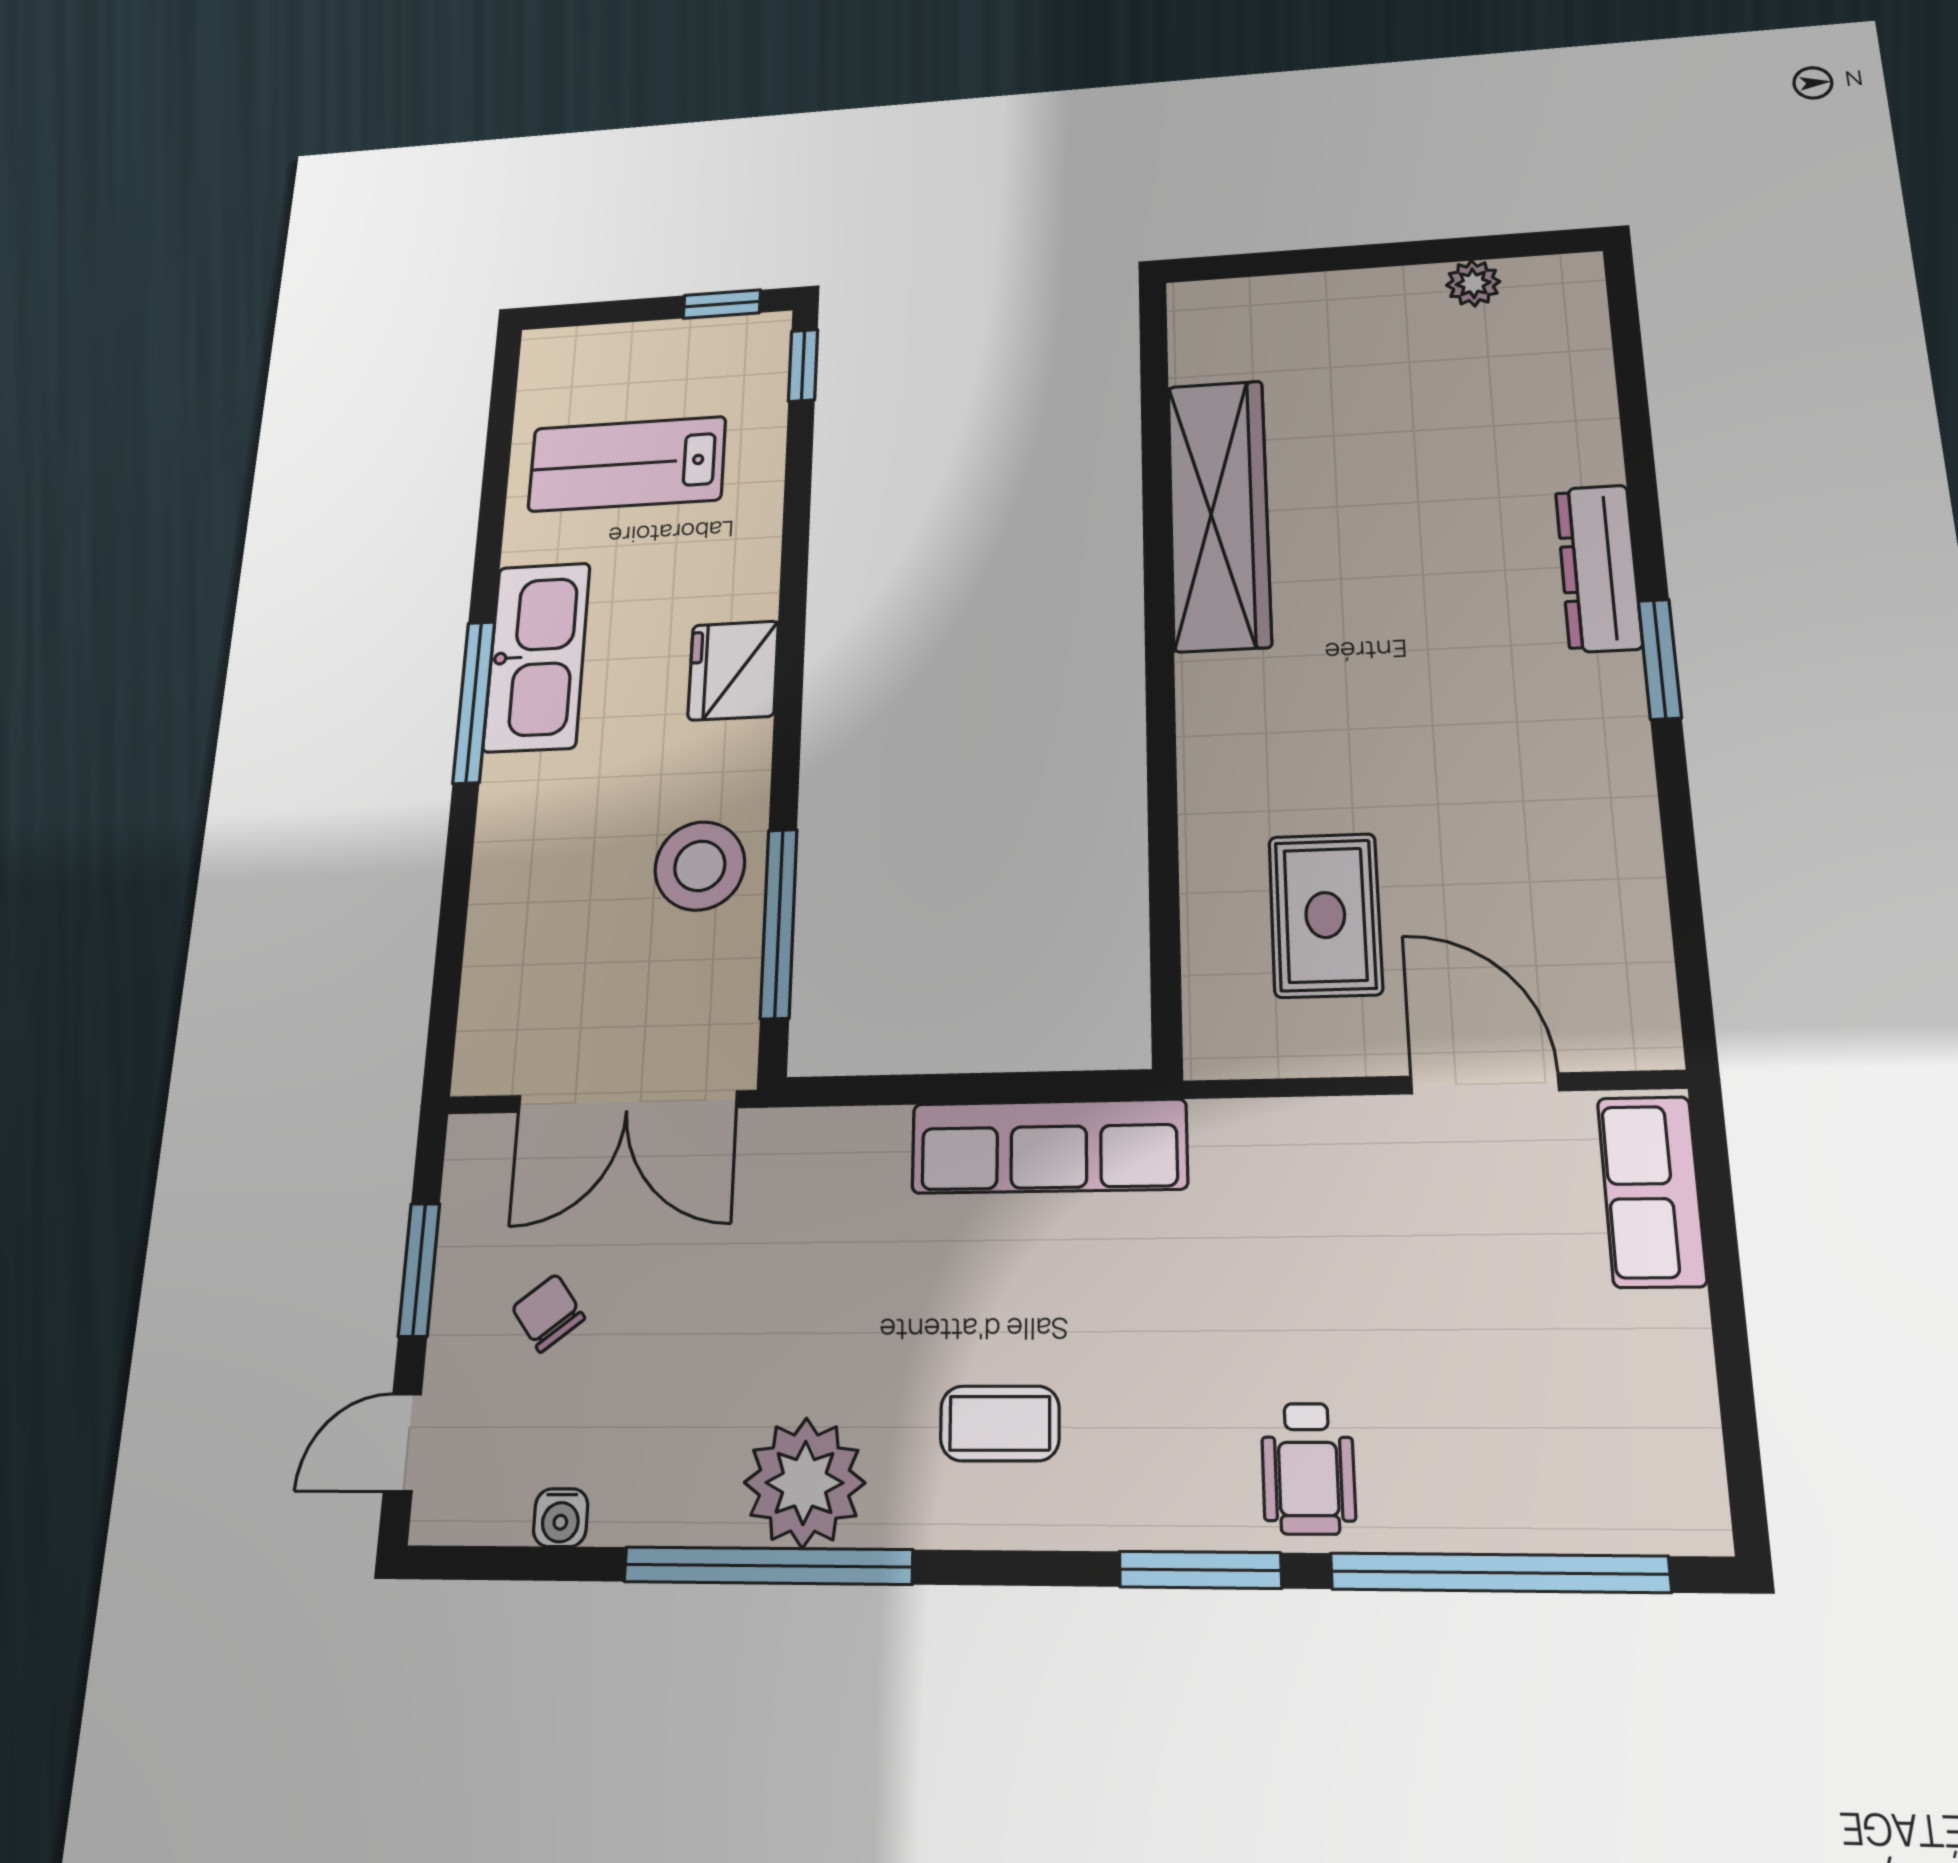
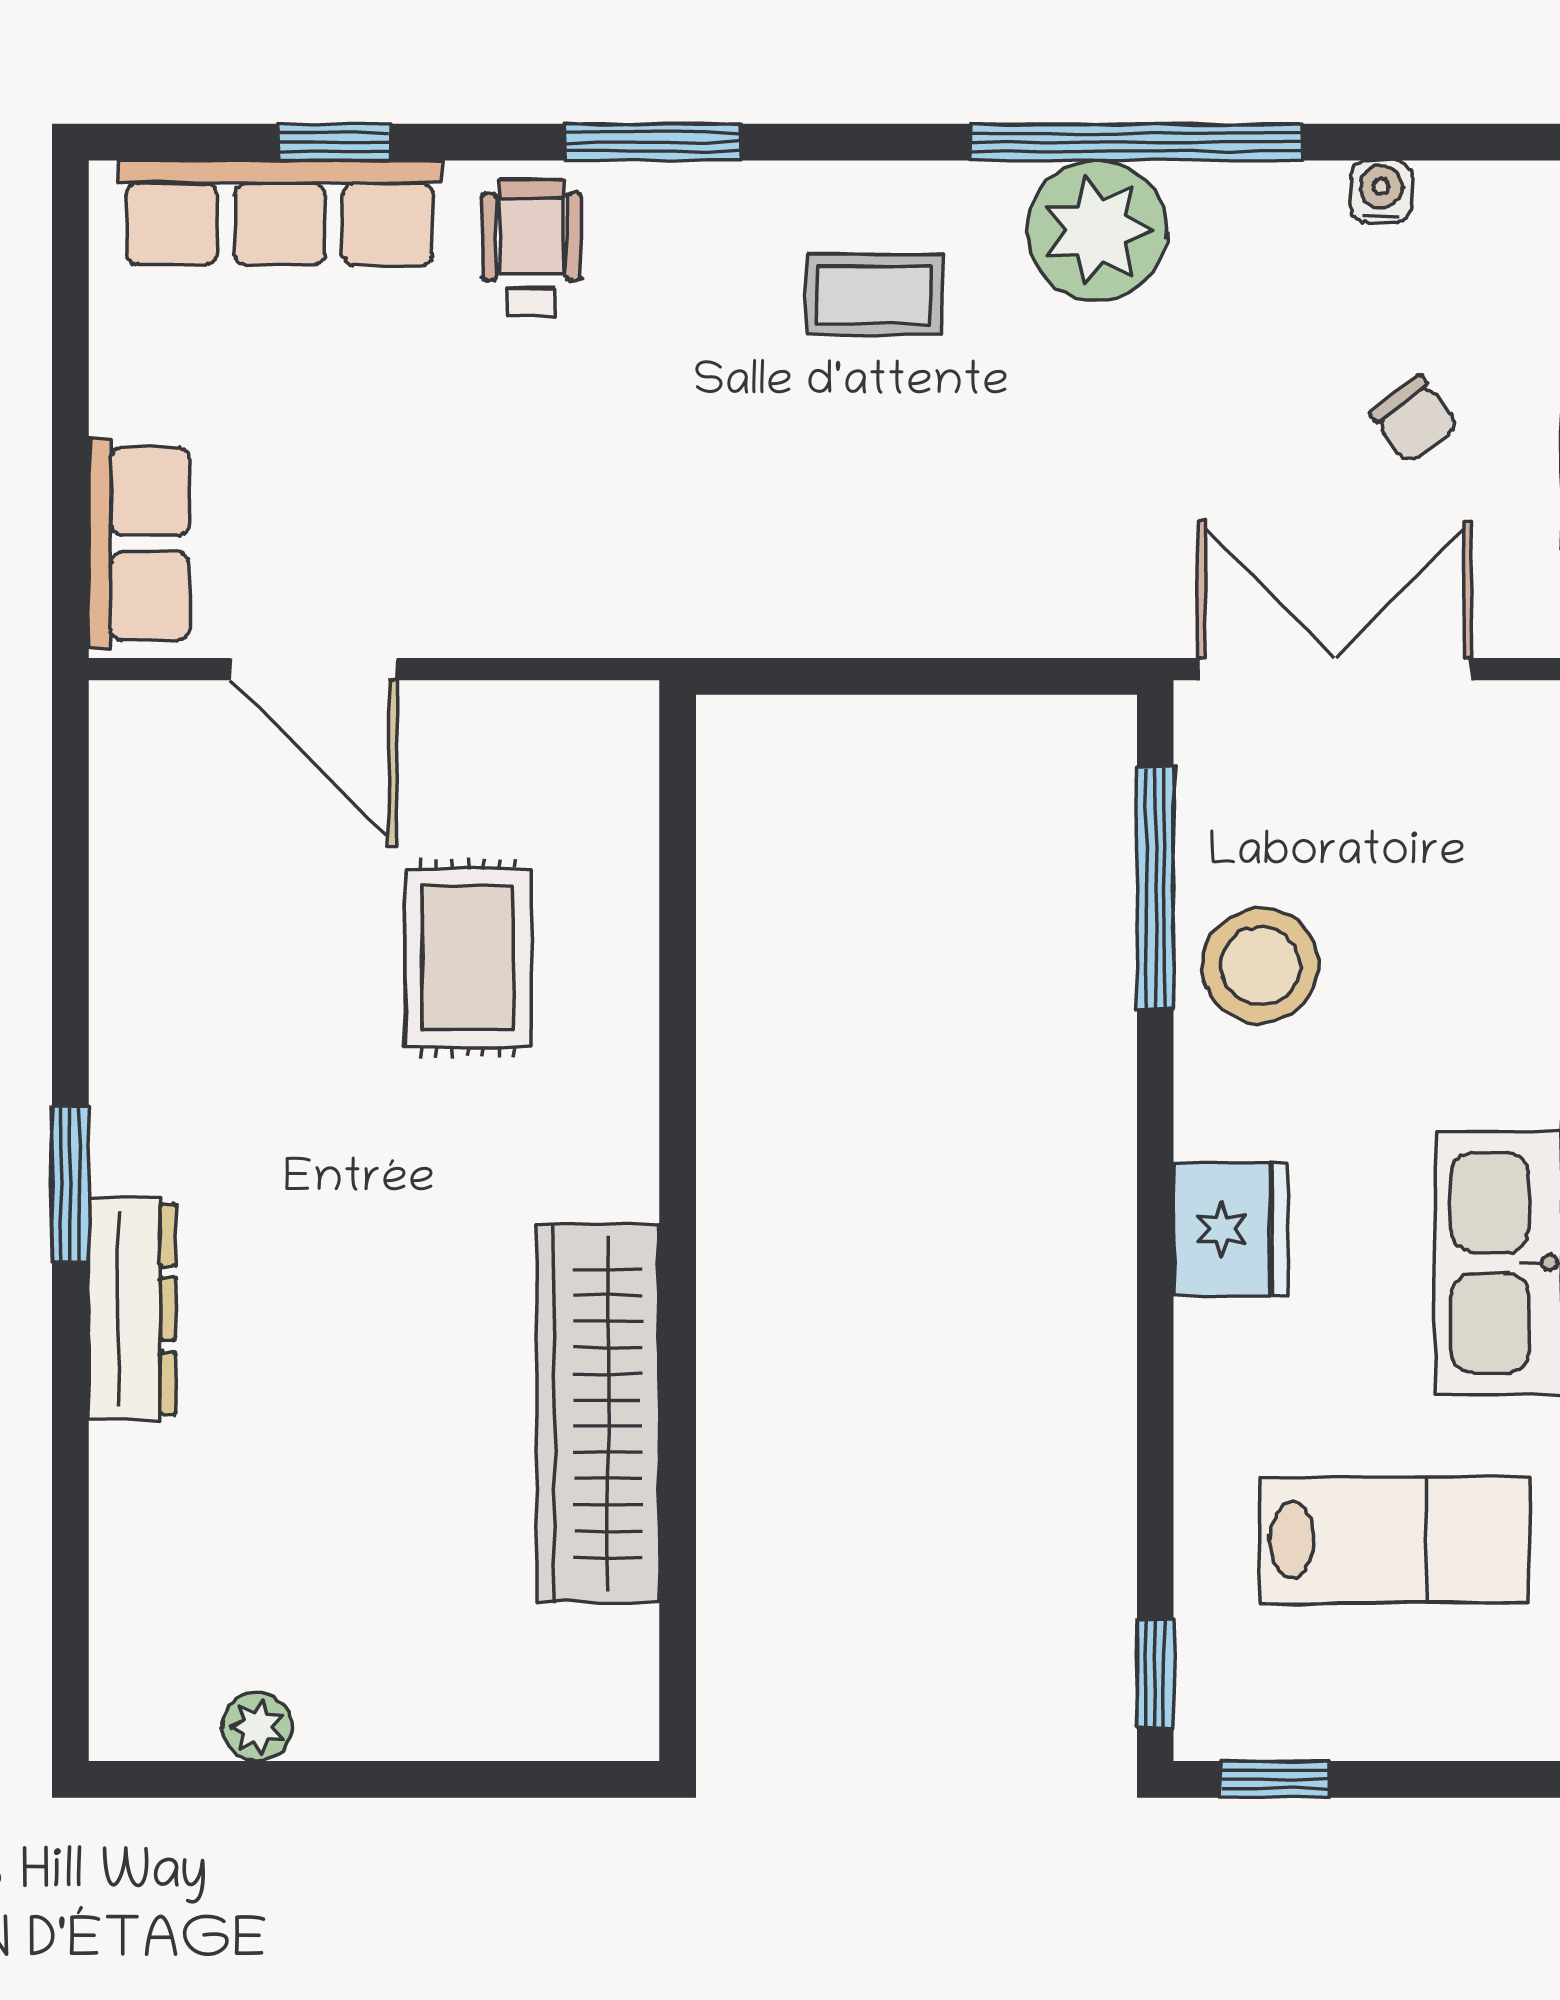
rug: (1325, 915) -> (468, 958), moved
row of seats: (1049, 1146) -> (280, 213), moved, turned 180
window: (1499, 1573) -> (334, 142), width x0.32

